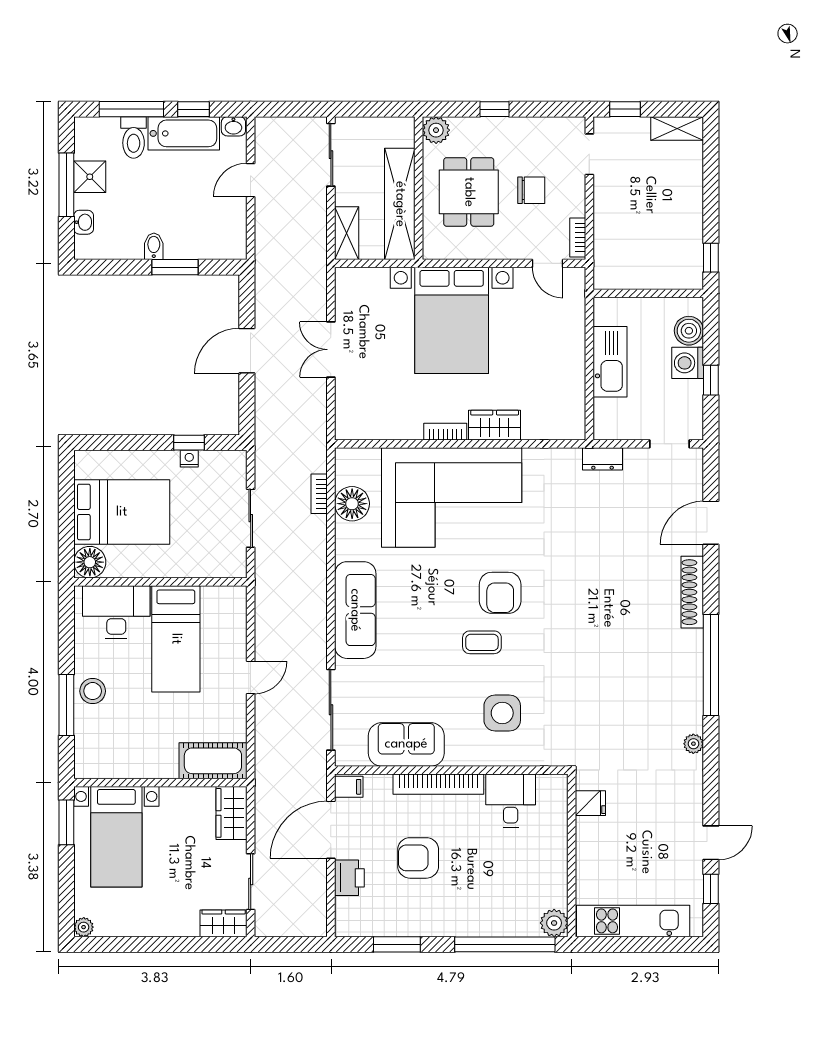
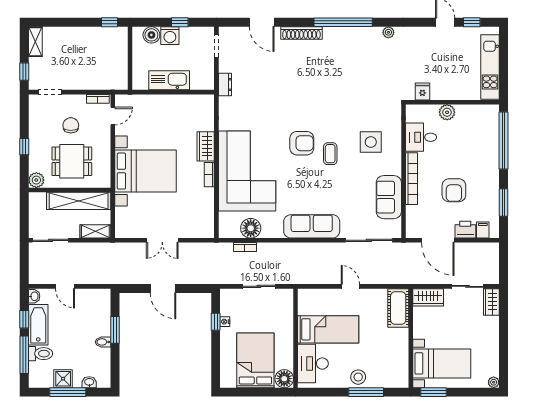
filing cabinet: (349, 787) -> (483, 230), moved
plant: (554, 923) -> (447, 112), moved

